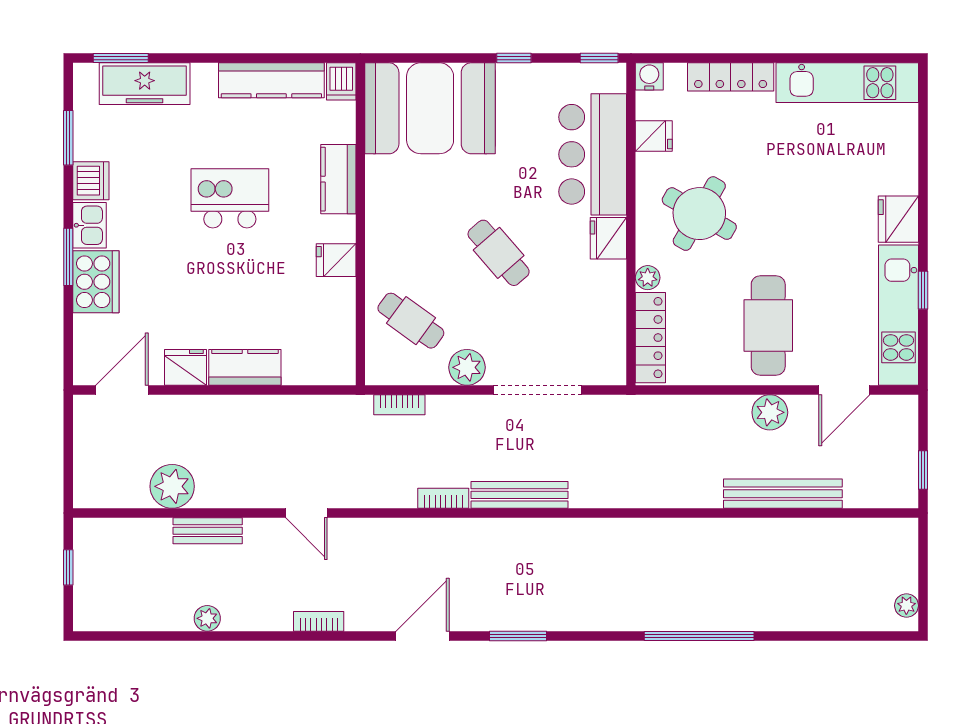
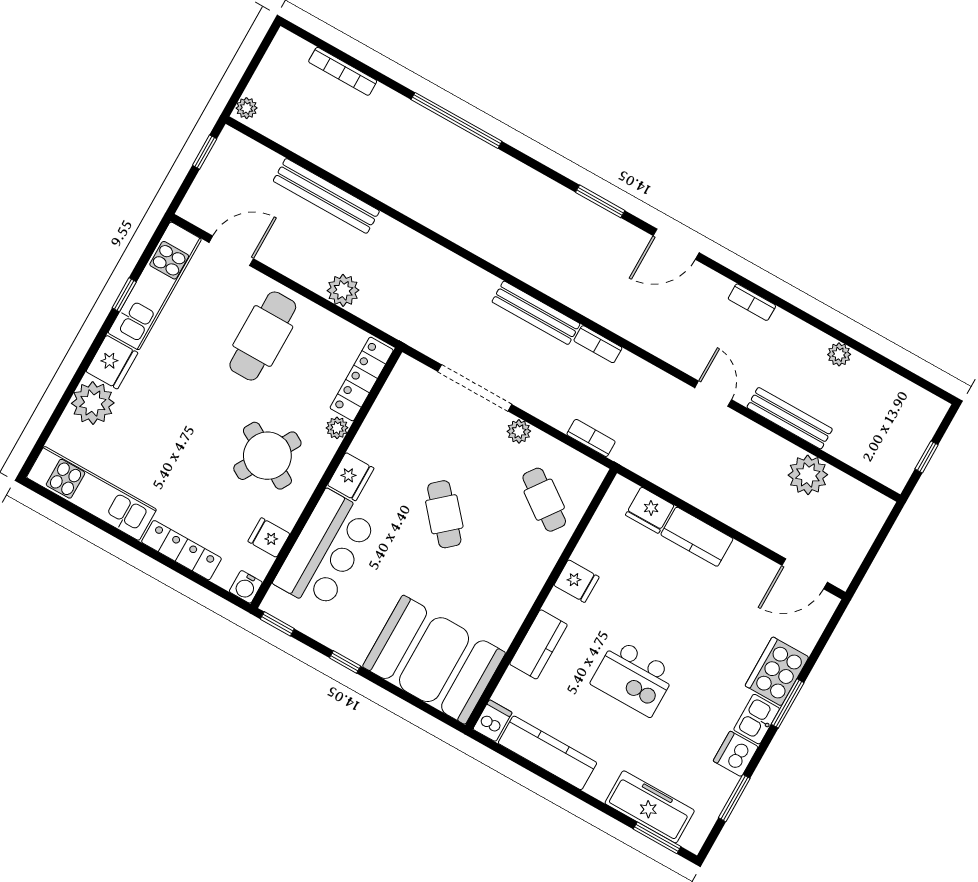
plant: (895, 170) -> (93, 403), added
fridge: (186, 367) -> (650, 510), moved
plant: (467, 367) -> (519, 431), width x0.73, depth x0.73
plant: (770, 412) -> (343, 290), moved
bench: (208, 531) -> (790, 418), width x1.36
plant: (906, 606) -> (247, 108), moved
bookcase: (834, 622) -> (343, 71), added

